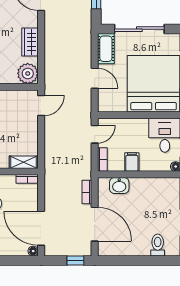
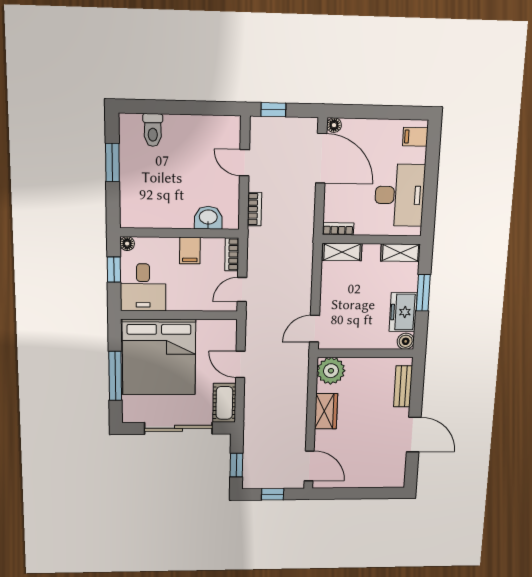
door: (95, 224) -> (244, 163), width x0.53

